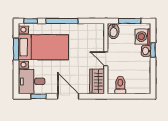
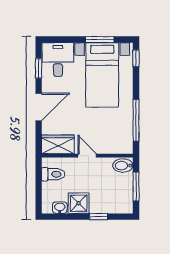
window: (62, 21) -> (136, 120), moved
washing machine: (143, 37) -> (116, 204), removed
washbasin: (146, 51) -> (60, 208), moved
door: (106, 59) -> (87, 156), hinge flipped
shower: (143, 65) -> (79, 203), added

